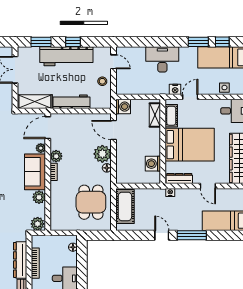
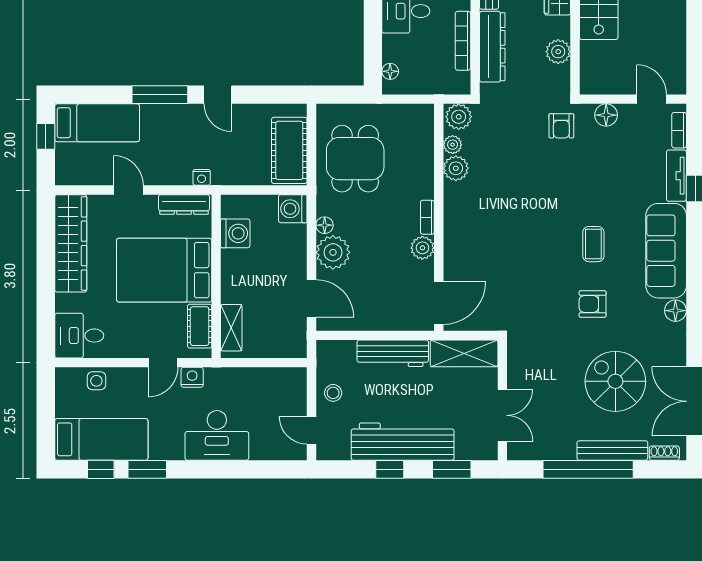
washing machine: (123, 107) -> (293, 209), moved
plant: (41, 148) -> (453, 145), moved
sofa: (35, 172) -> (463, 217), removed

